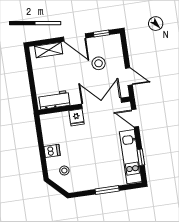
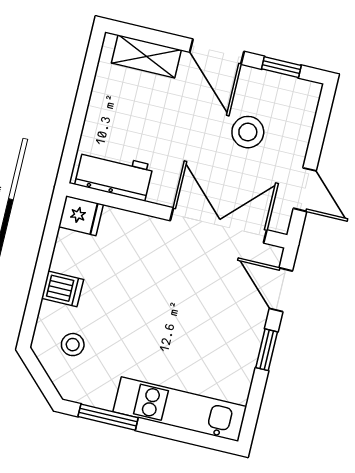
fridge: (76, 117) -> (81, 216), moved, turned -90
kitchen unit: (131, 157) -> (180, 409), moved, turned 90
window: (141, 157) -> (267, 350), moved
window: (107, 190) -> (108, 417), moved

